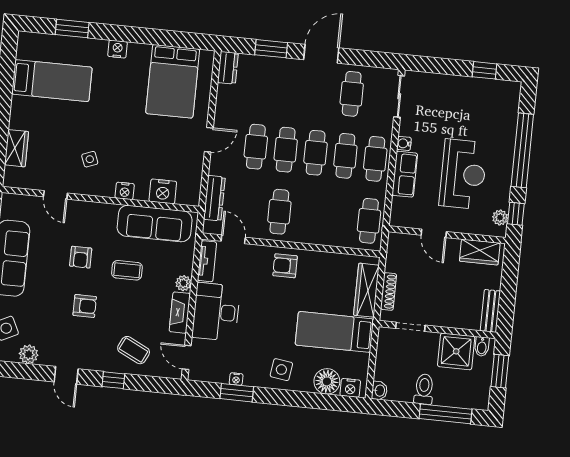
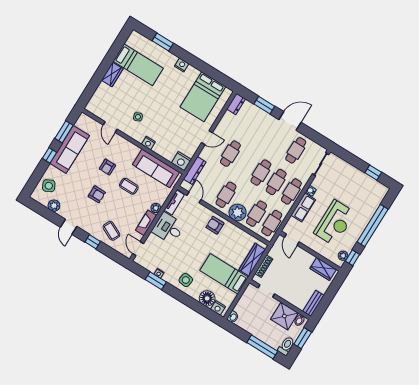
wardrobe: (16, 148) -> (112, 74), moved
cafe table: (286, 150) -> (257, 214), moved
nightstand: (163, 191) -> (181, 161), moved
plant: (310, 230) -> (238, 213), added
door: (434, 233) -> (292, 240), moved
desk: (216, 312) -> (168, 228), width x0.73
toilet: (424, 389) -> (286, 346), moved

